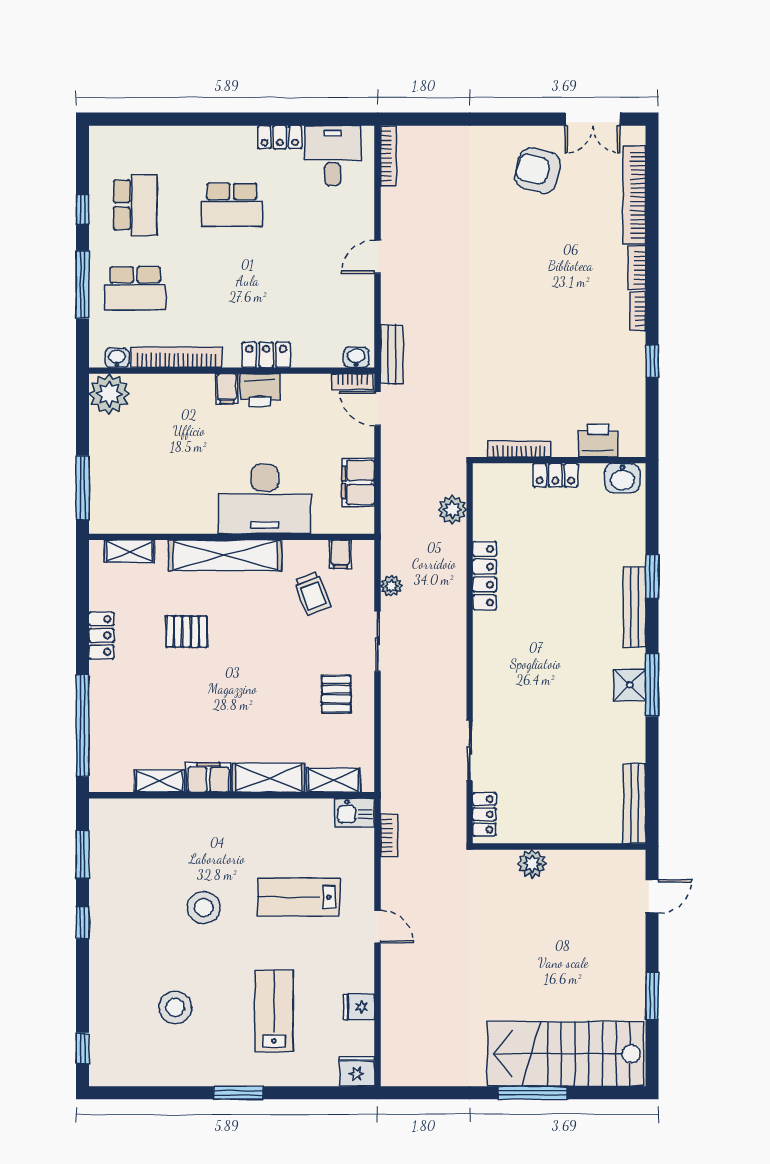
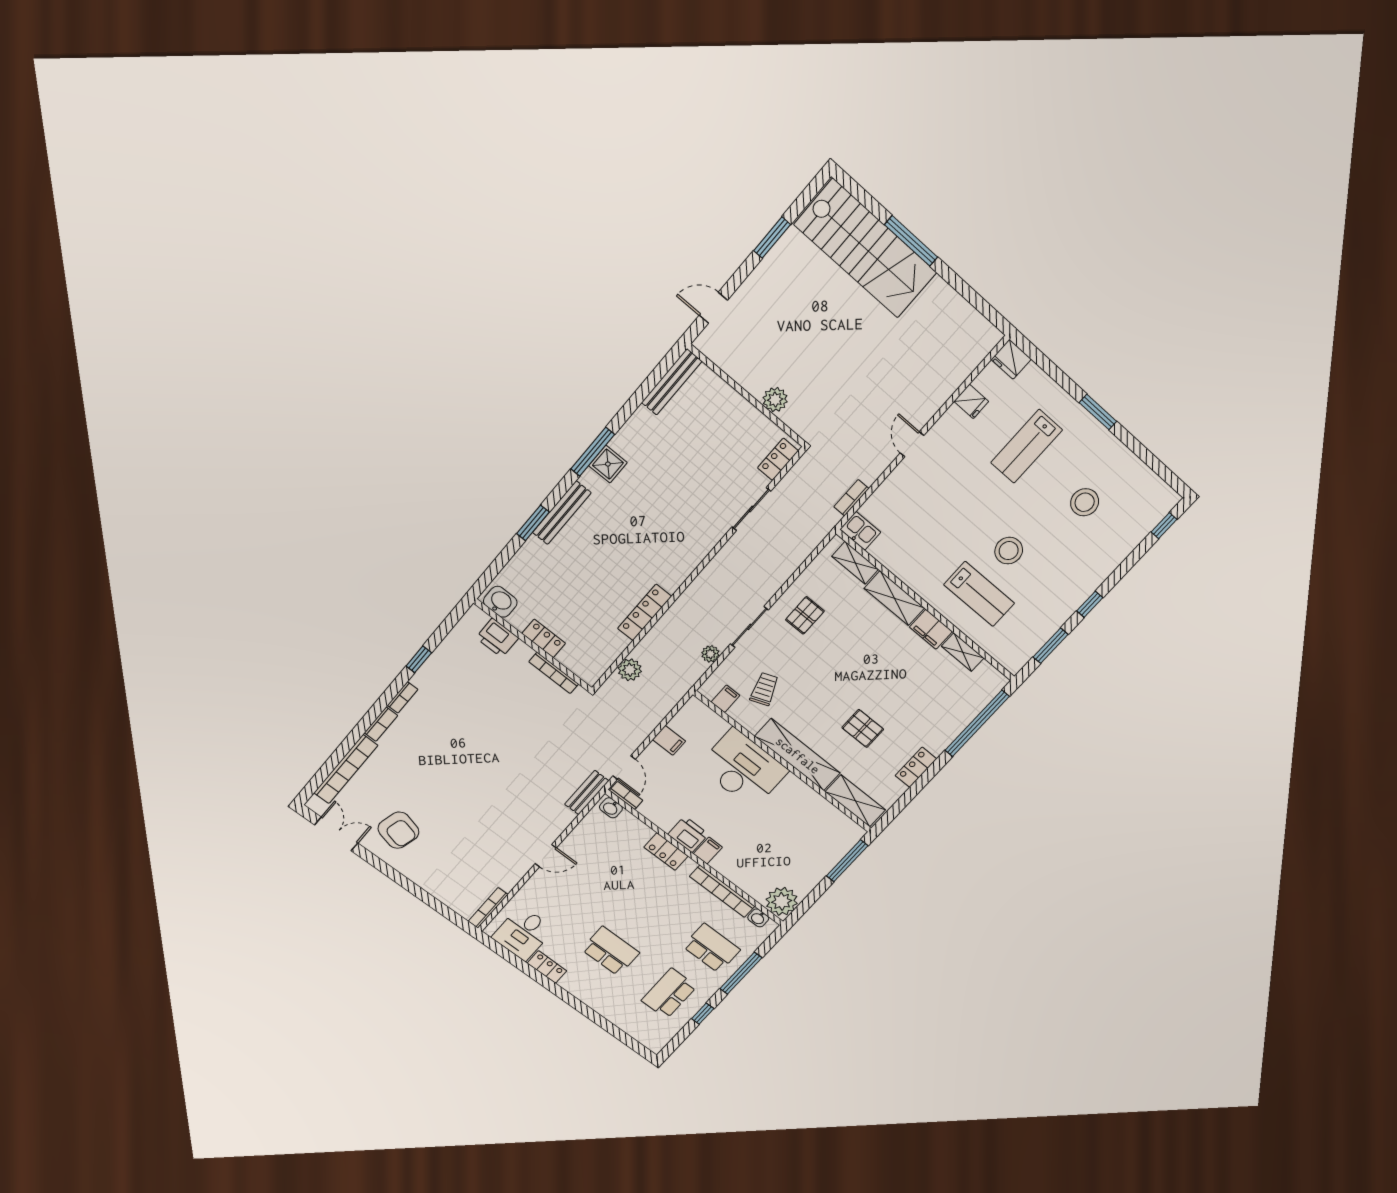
filing cabinet: (358, 482) -> (669, 740), width x0.50
shelving: (129, 551) -> (855, 801), width x1.50, depth x1.33
lab bench: (299, 897) -> (979, 594), moved

